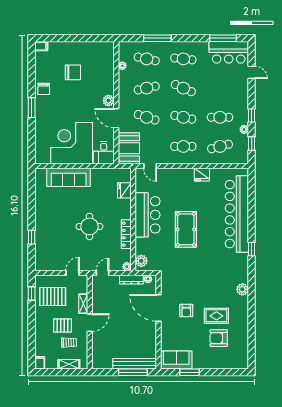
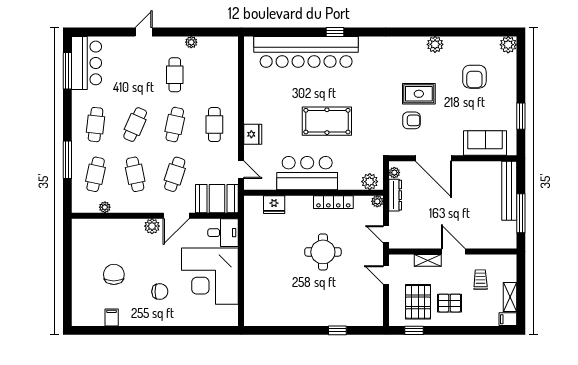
filing cabinet: (41, 46) -> (112, 317), moved
door: (252, 72) -> (144, 32), moved
chair: (44, 89) -> (160, 292), moved
window: (32, 108) -> (162, 330), removed
window: (252, 116) -> (172, 32), removed
window: (252, 143) -> (210, 32), removed
cafe table: (220, 146) -> (214, 75), removed
door: (150, 166) -> (241, 170), hinge flipped
fridge: (202, 175) -> (253, 134), moved
sofa: (69, 177) -> (256, 280), removed
window: (252, 249) -> (335, 32), moved
plant: (242, 289) -> (435, 44), moved
door: (158, 308) -> (434, 158), hinge flipped
armchair: (186, 311) -> (411, 120), moved
rug: (216, 316) -> (419, 94), moved, turned 90
pallet: (62, 325) -> (449, 303), moved, turned 90
sofa: (176, 360) -> (485, 143), moved, turned 90
plant: (242, 363) -> (508, 45), added
shelving: (69, 364) -> (510, 297), moved
window: (133, 372) -> (521, 213), moved

